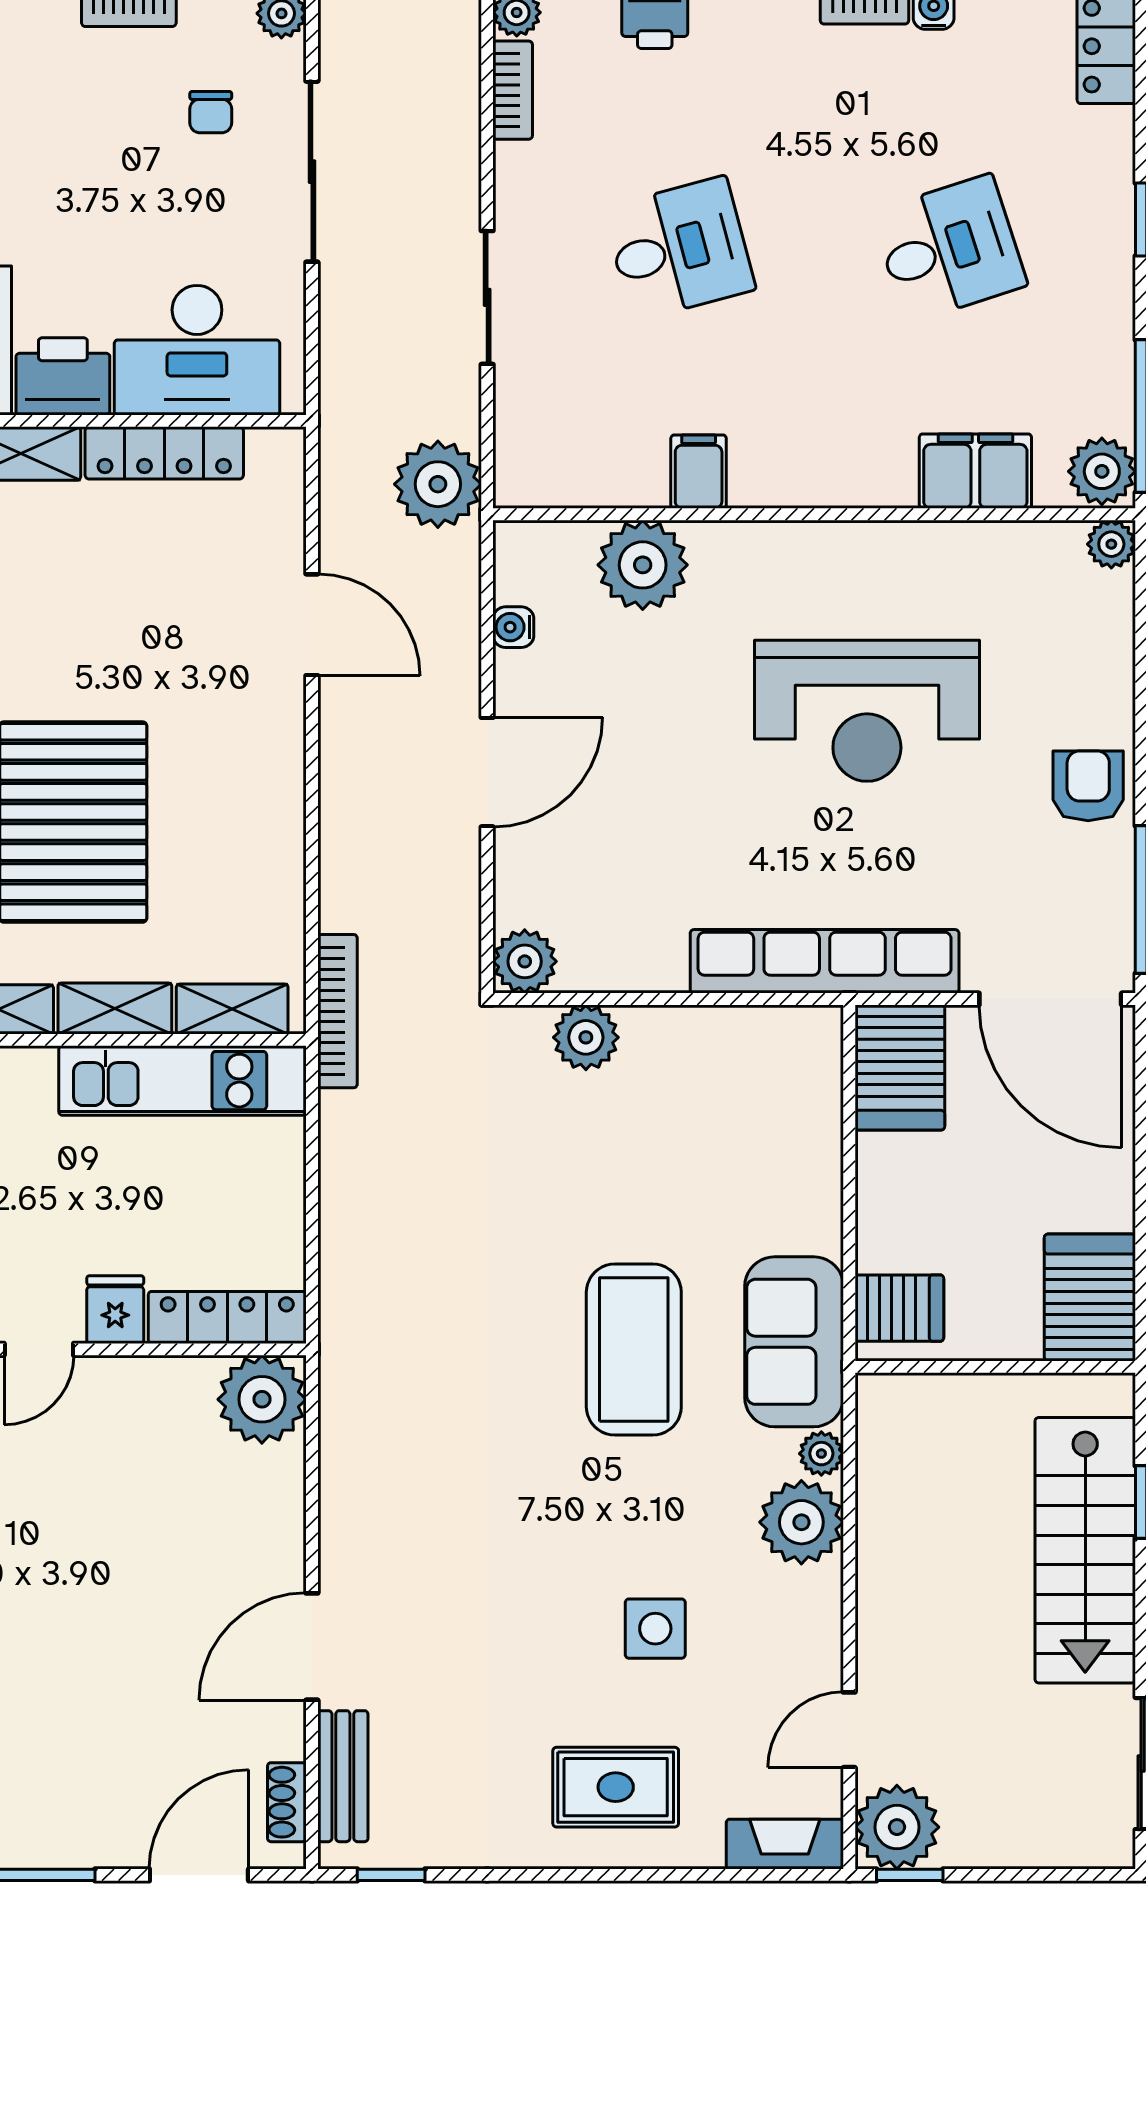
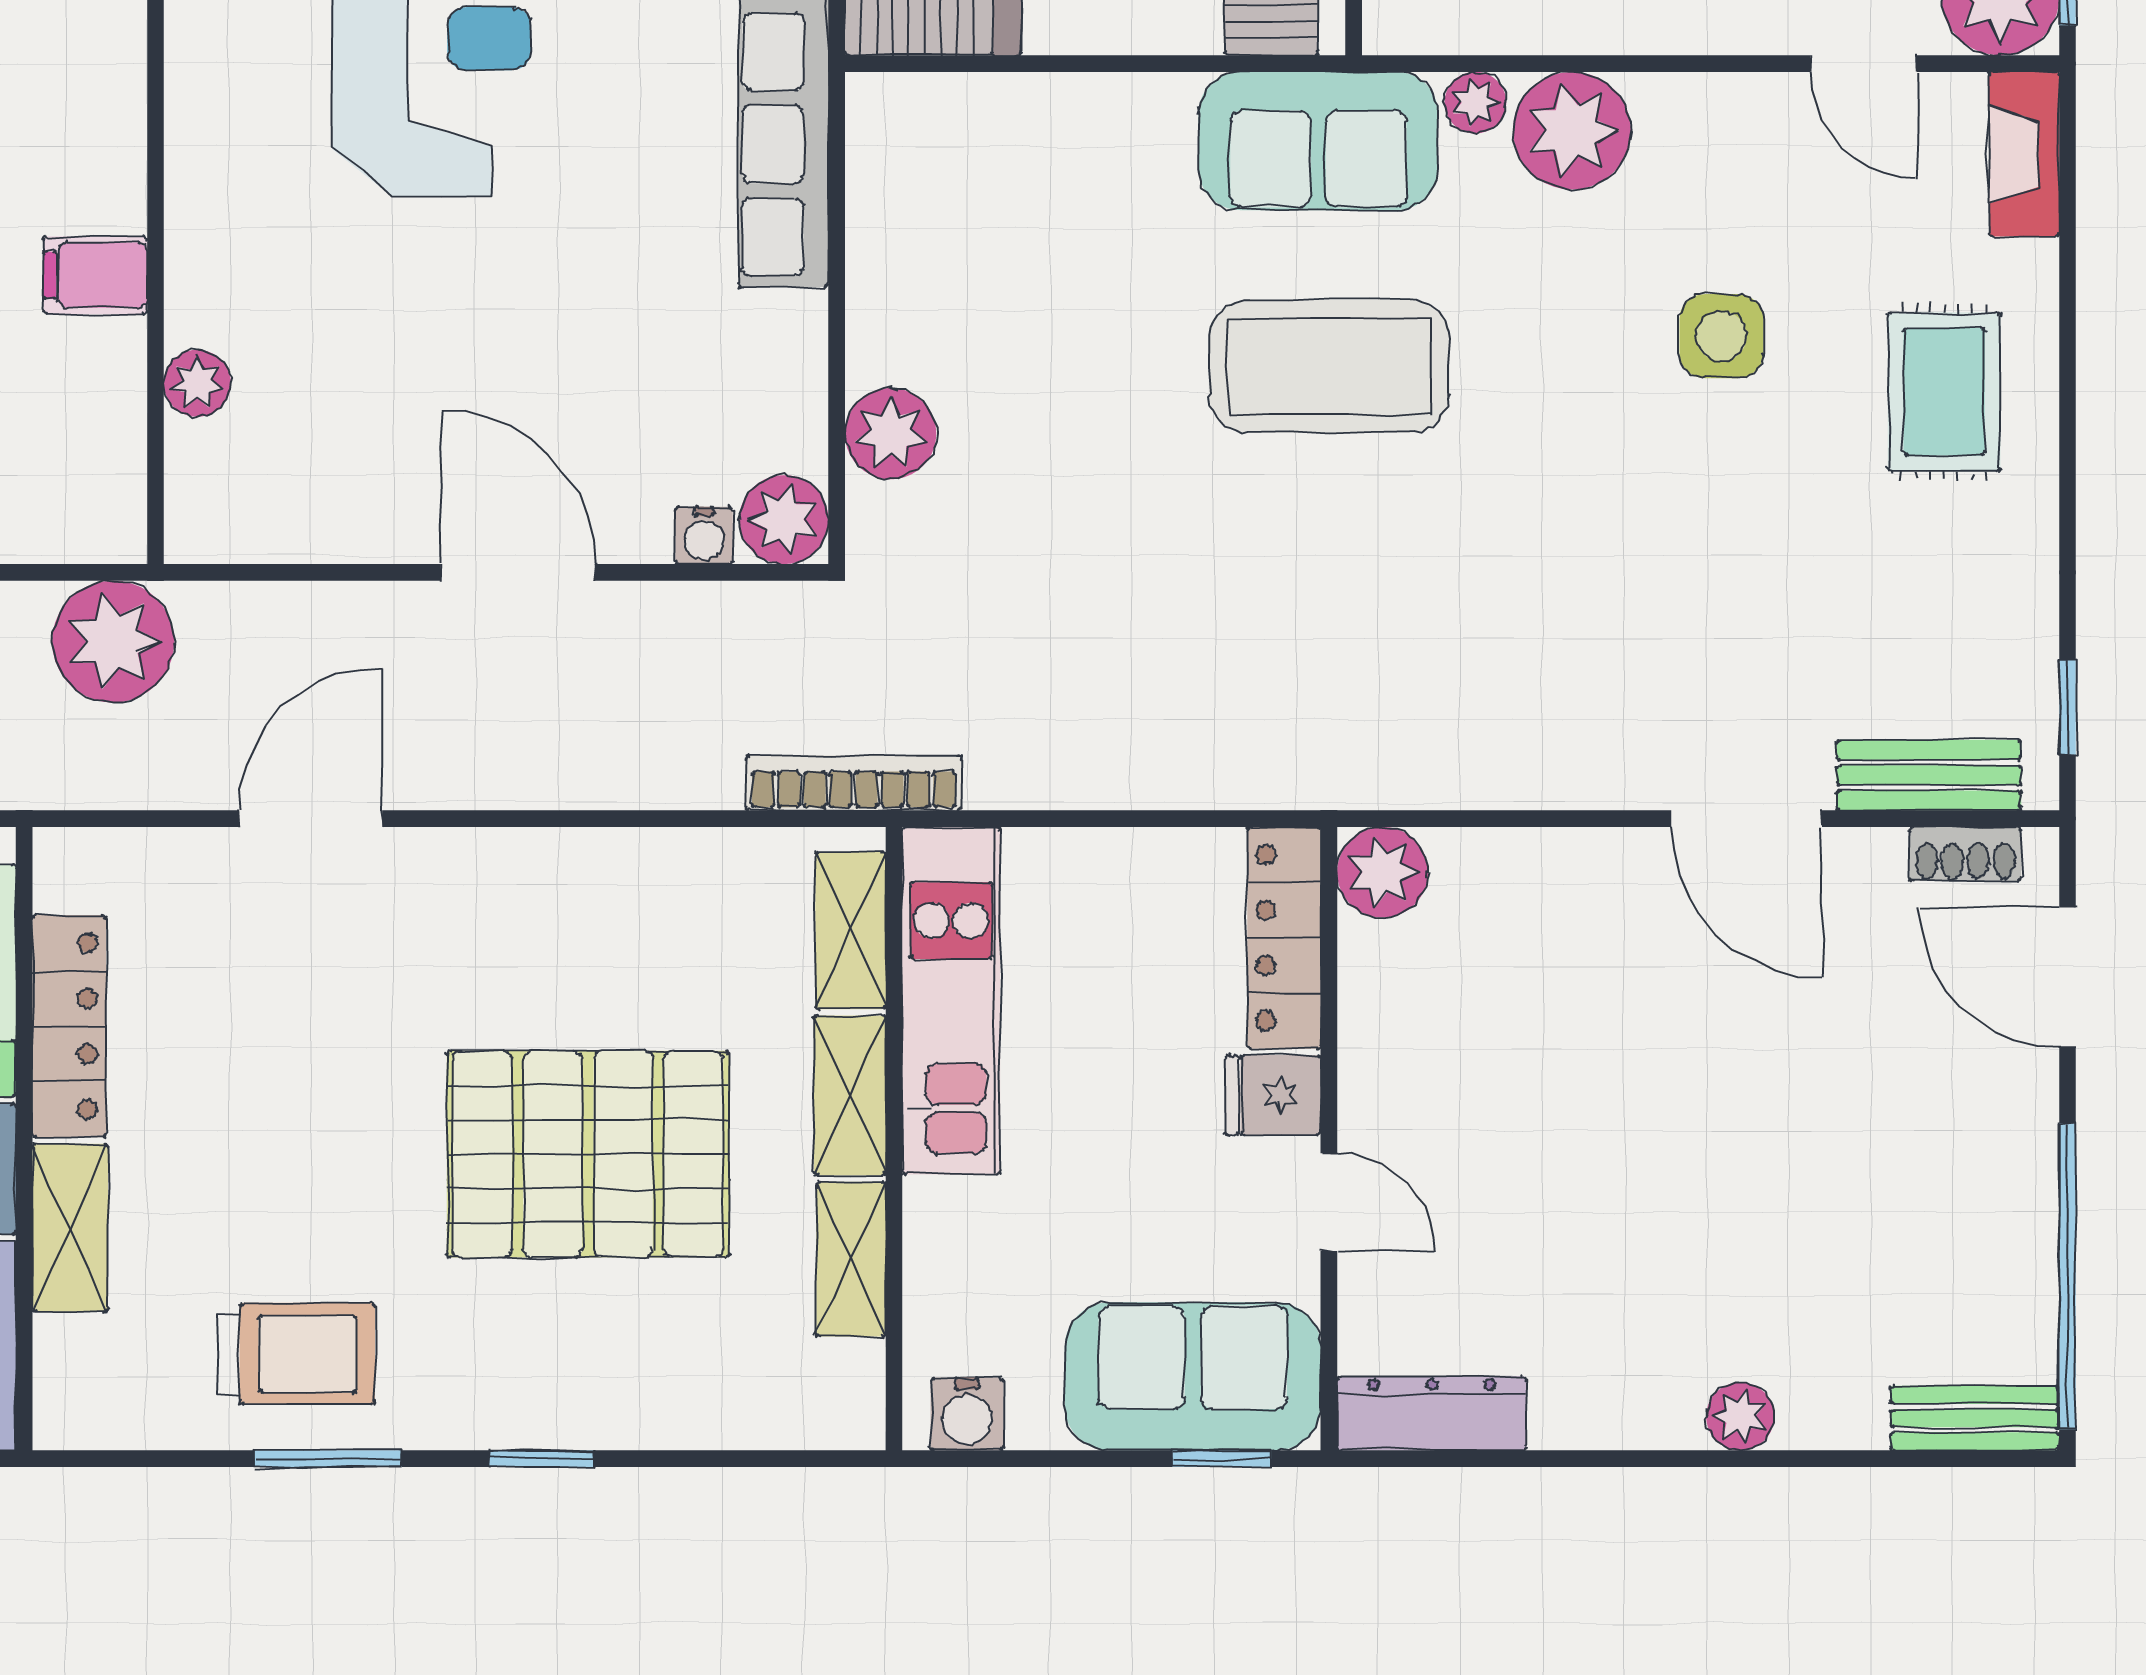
plant: (643, 565) -> (197, 383), width x0.53, depth x0.53
water cooler: (513, 627) -> (704, 536), moved
plant: (262, 1399) -> (1383, 872), width x0.73, depth x0.73

